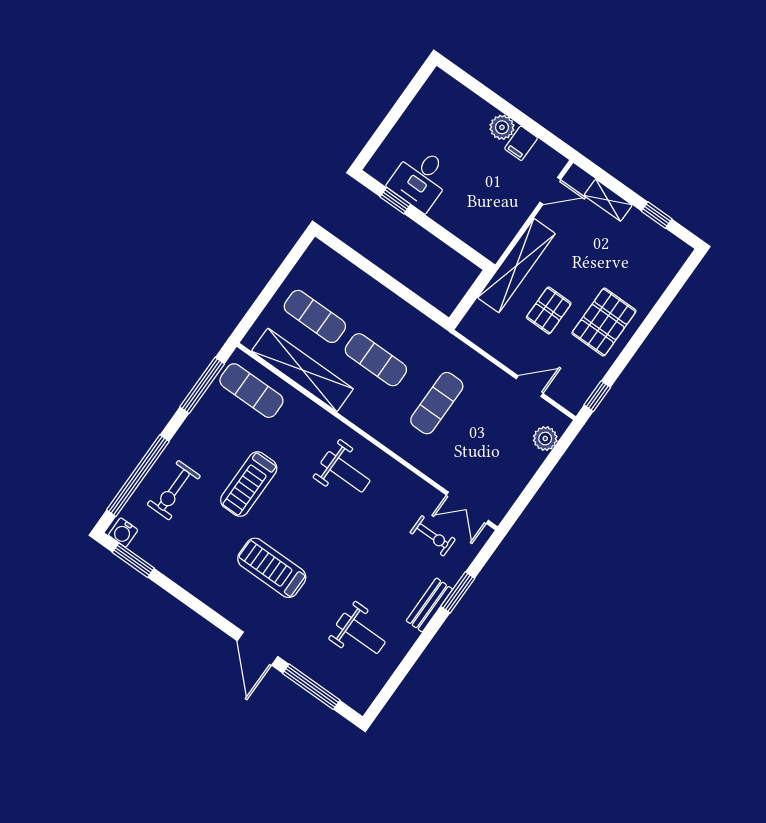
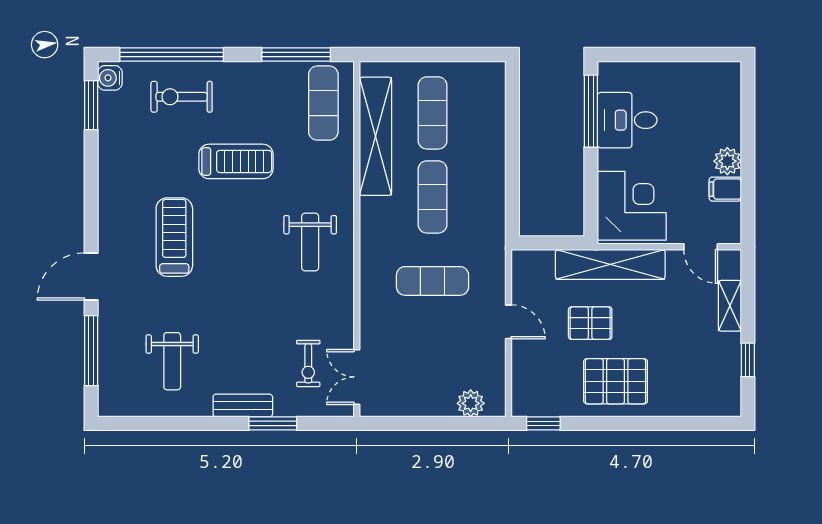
window: (395, 201) -> (591, 111), width x2.17
corner desk: (485, 220) -> (632, 206), added
door: (530, 386) -> (508, 322), moved
treadmill: (249, 484) -> (236, 161), turned 180

